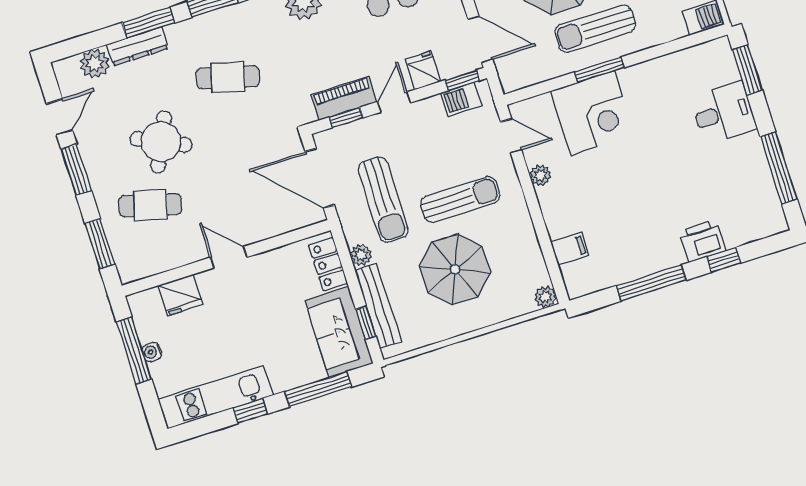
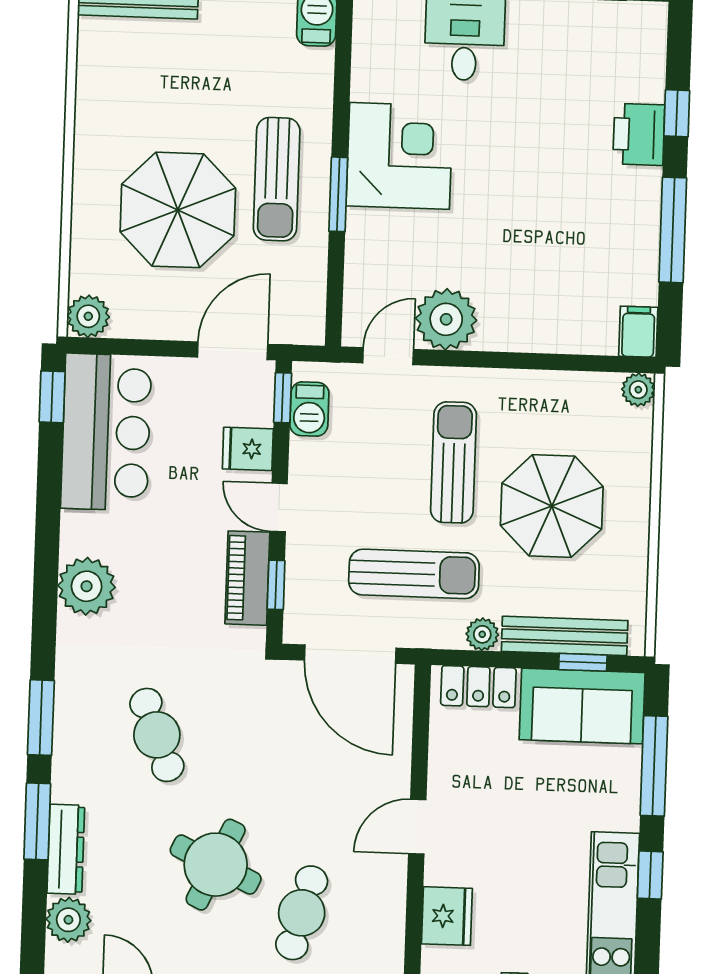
cafe table: (228, 77) -> (157, 735), turned -36
corner desk: (593, 113) -> (399, 156), moved
plant: (540, 175) -> (446, 319), width x1.88, depth x1.88
door: (320, 178) -> (350, 654), hinge flipped
filing cabinet: (570, 249) -> (638, 332), moved

